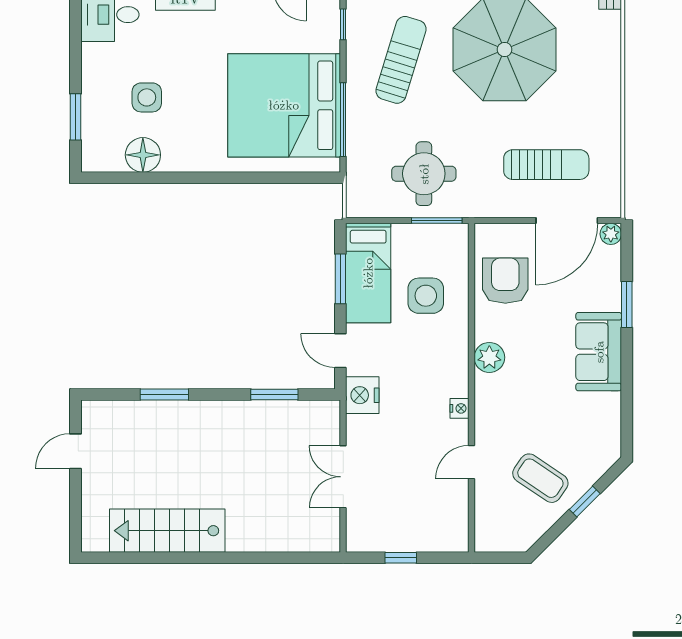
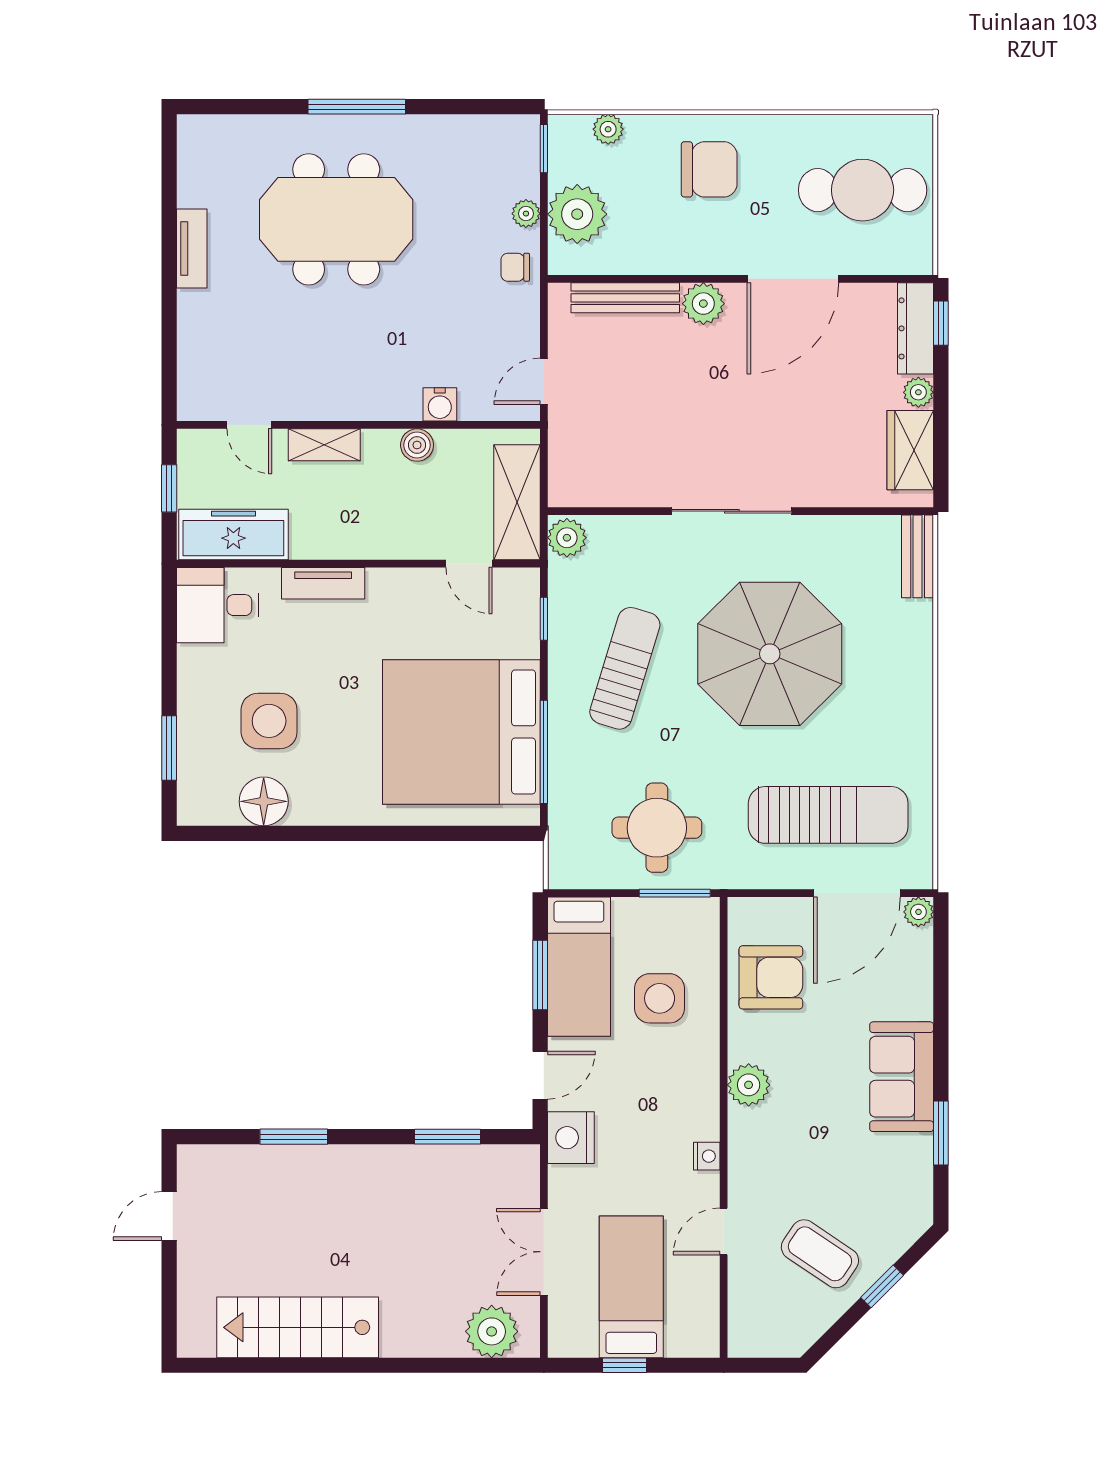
side table: (147, 97) -> (269, 721), width x1.37, depth x1.37
sun lounger: (546, 165) -> (828, 815), width x1.36, depth x1.34
armchair: (505, 281) -> (771, 977), turned 90
window: (627, 304) -> (941, 1133), moved
door: (340, 351) -> (540, 1075), swing flipped
bed: (406, 502) -> (631, 1287), added
plant: (306, 534) -> (492, 1331), added

